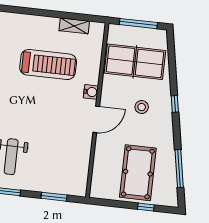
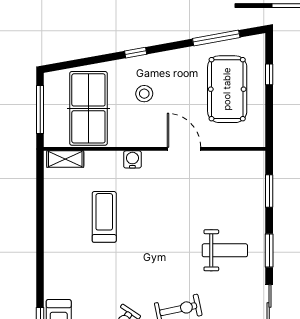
shelving: (74, 26) -> (65, 159), moved, turned 90
treadmill: (48, 65) -> (104, 217), width x0.73, depth x0.73
door: (96, 119) -> (184, 149), moved
pool table: (138, 173) -> (227, 89), turned 90

